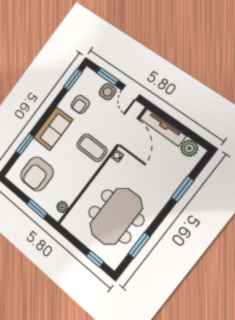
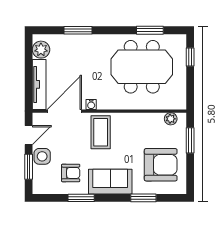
window: (73, 79) -> (81, 198), moved

